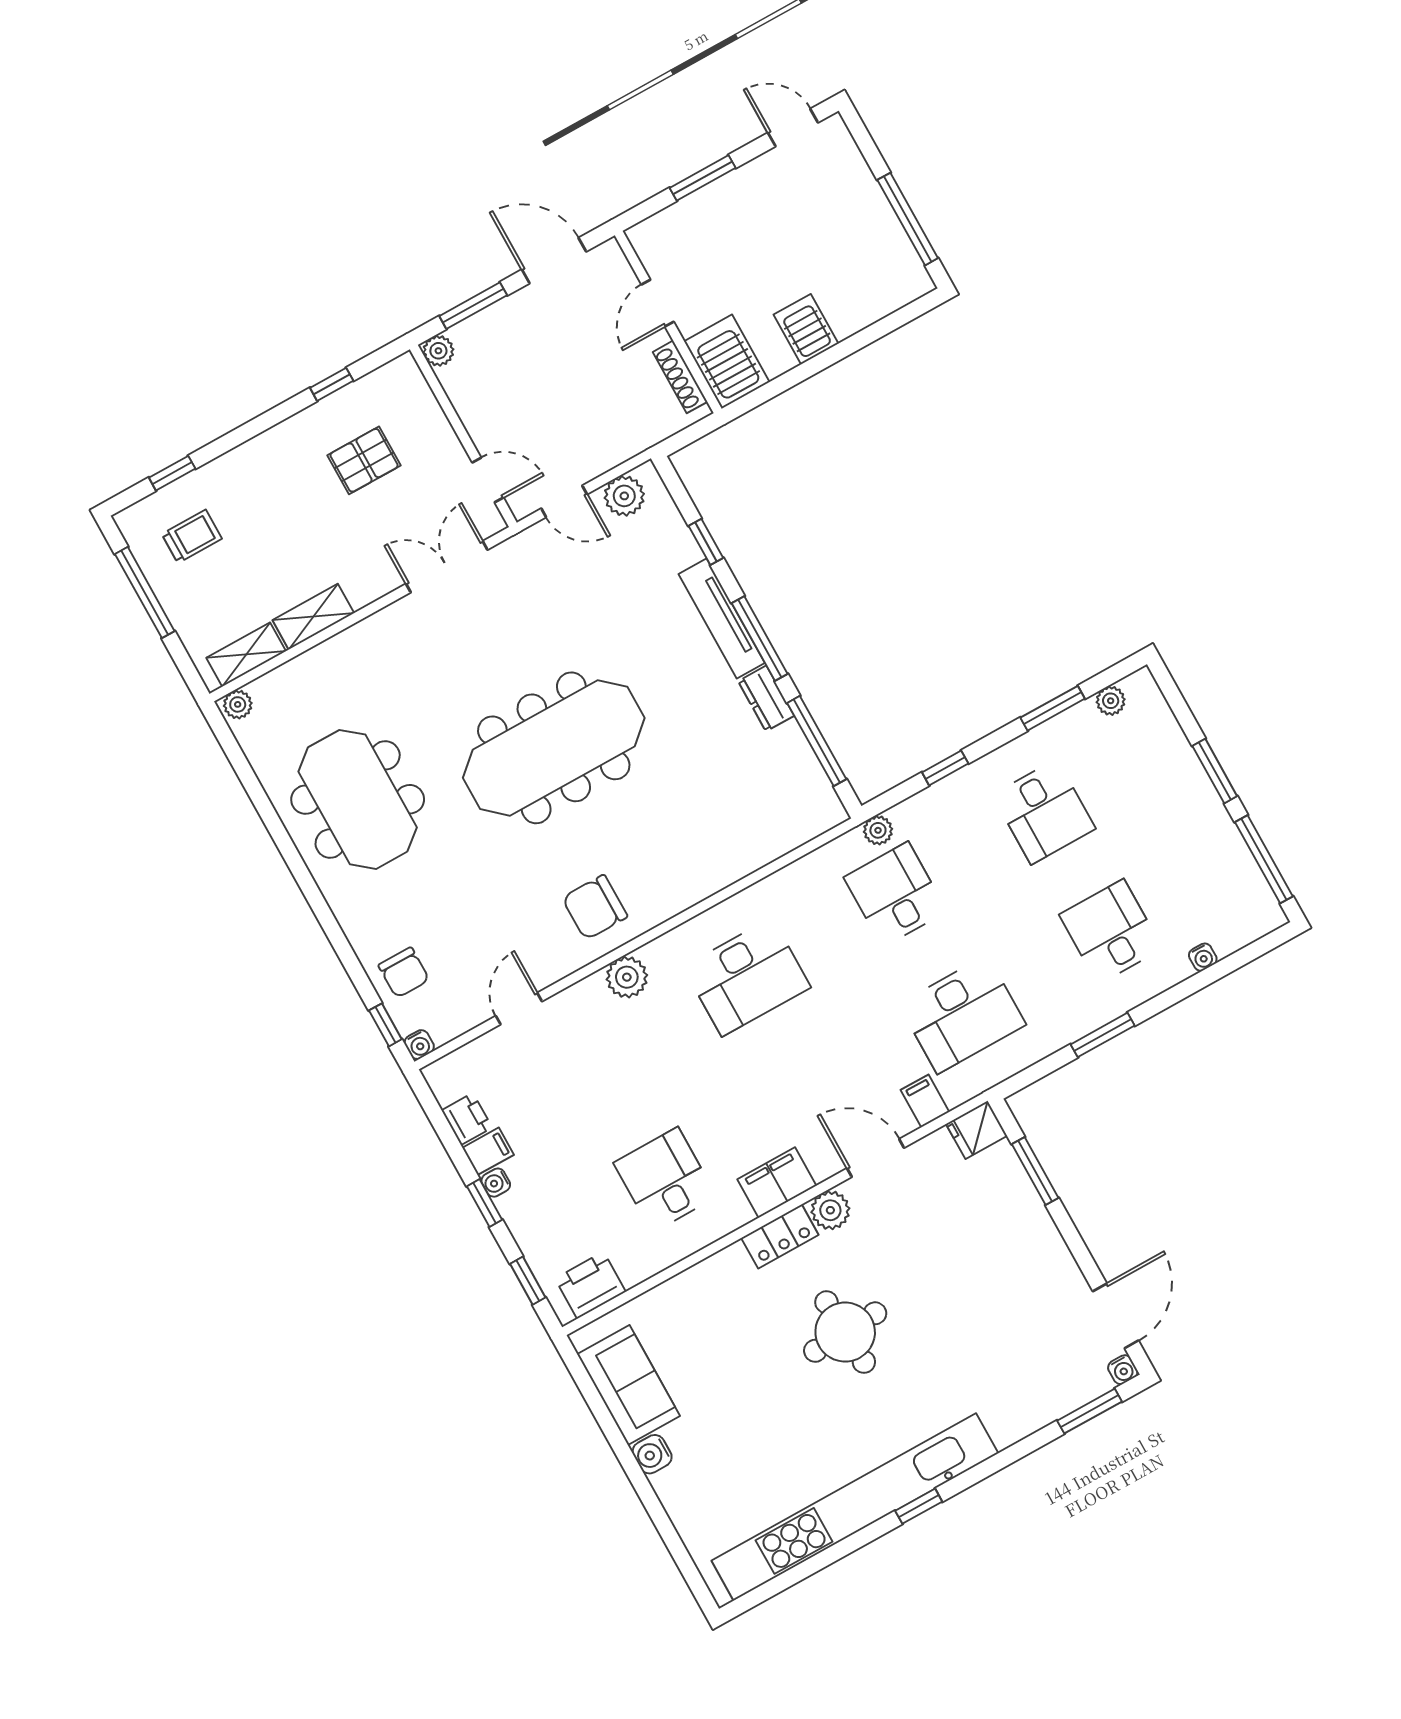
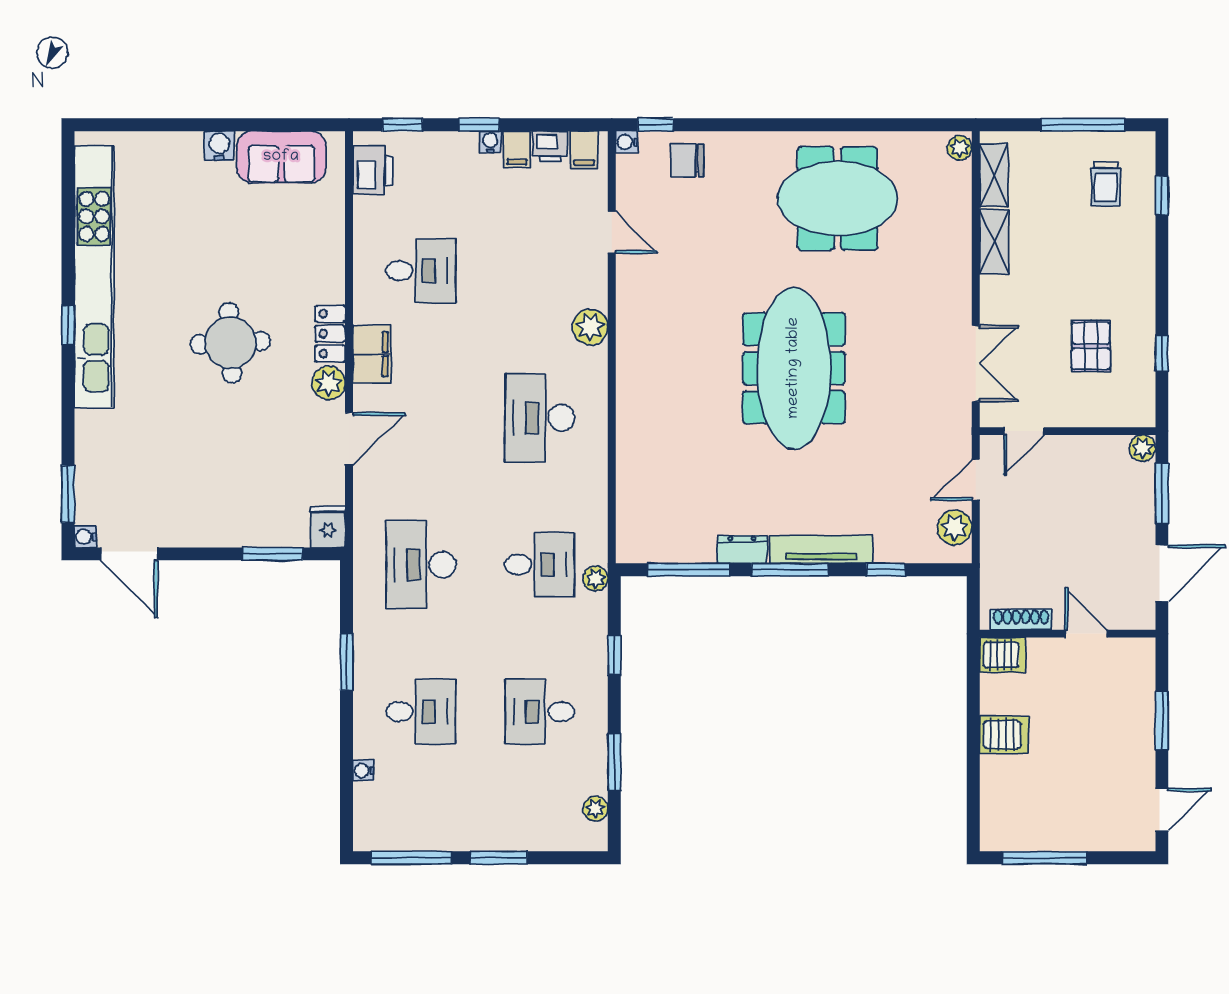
server rack: (727, 362) -> (1003, 655), width x0.73, depth x0.70
chair: (595, 907) -> (656, 332), removed
filing cabinet: (925, 1101) -> (584, 150), moved, turned 90

